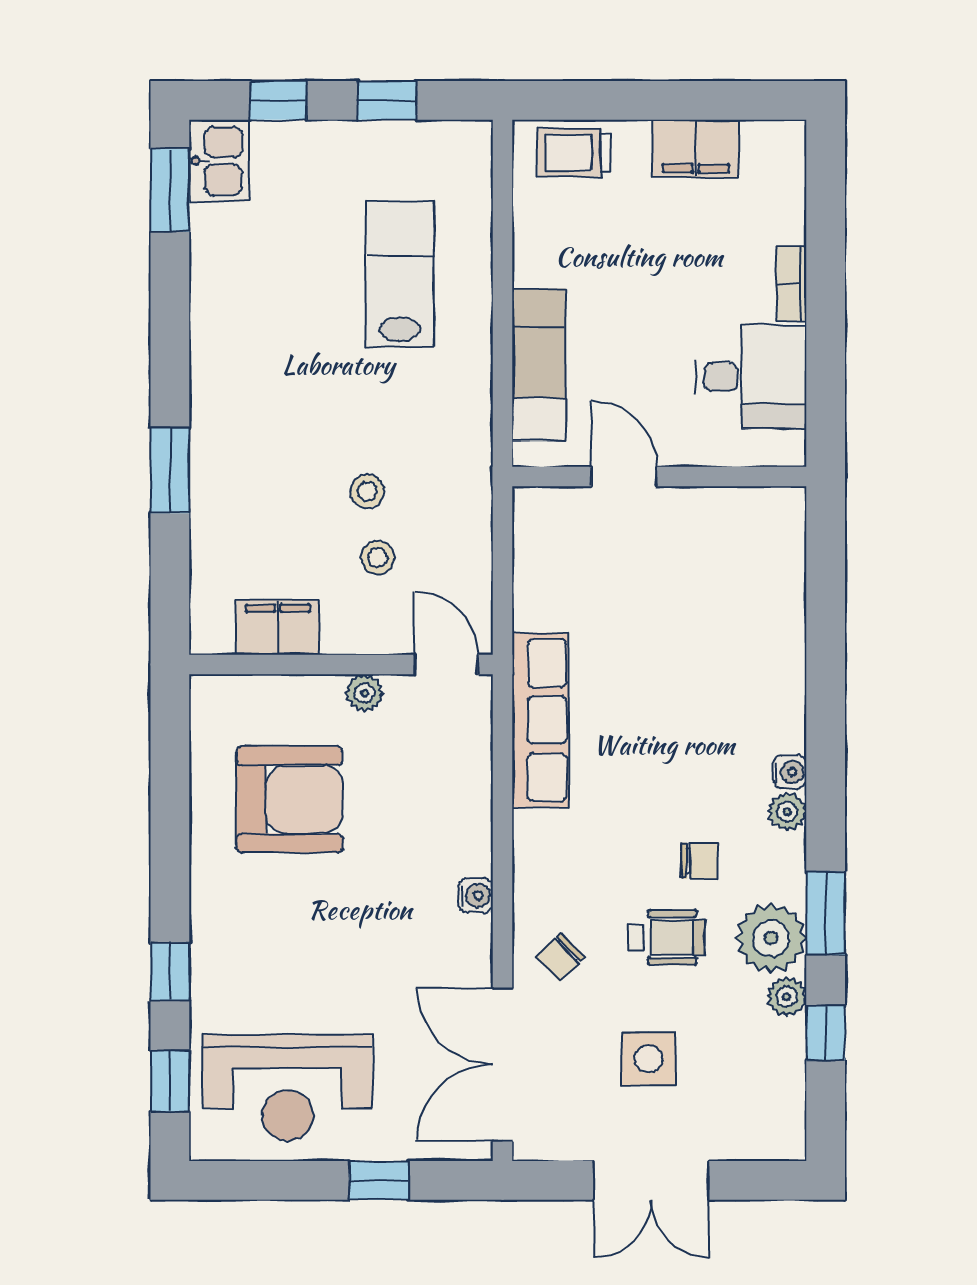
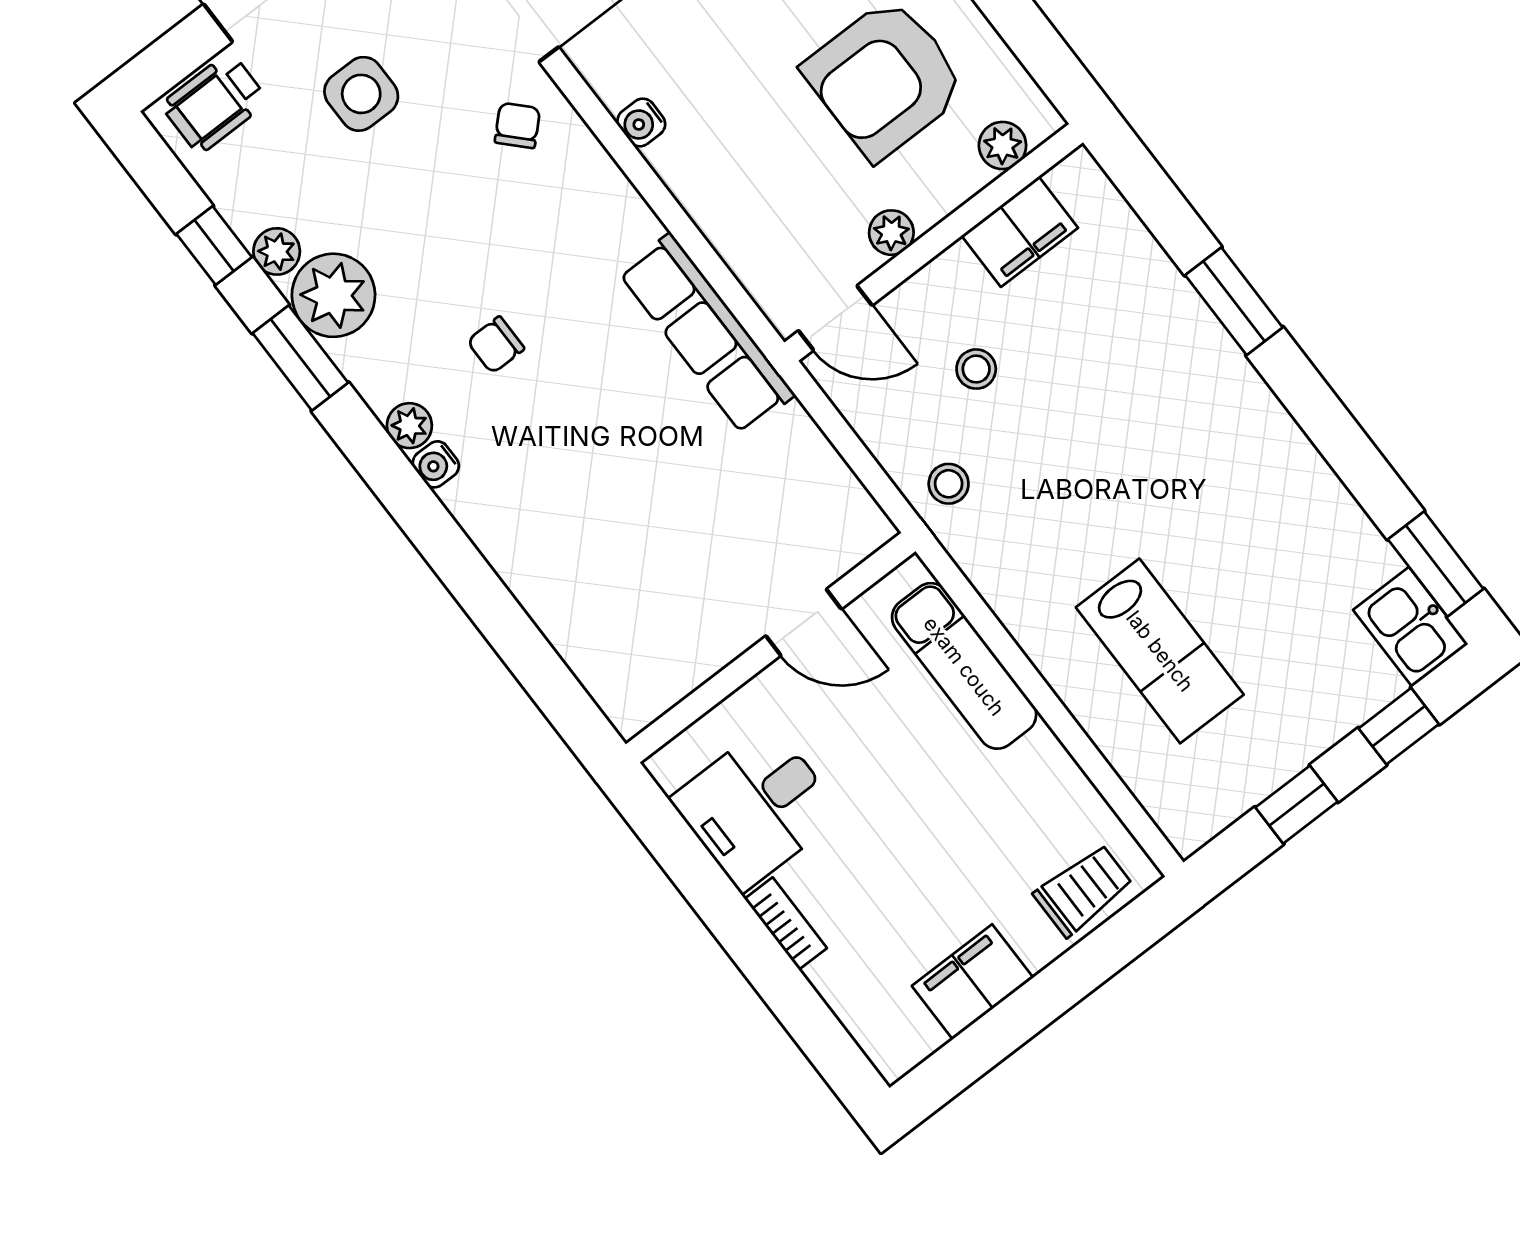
stool: (367, 491) -> (949, 484), moved
plant: (245, 694) -> (1003, 145), added
chair: (699, 861) -> (496, 345), moved
wheelchair: (666, 937) -> (215, 103), moved

